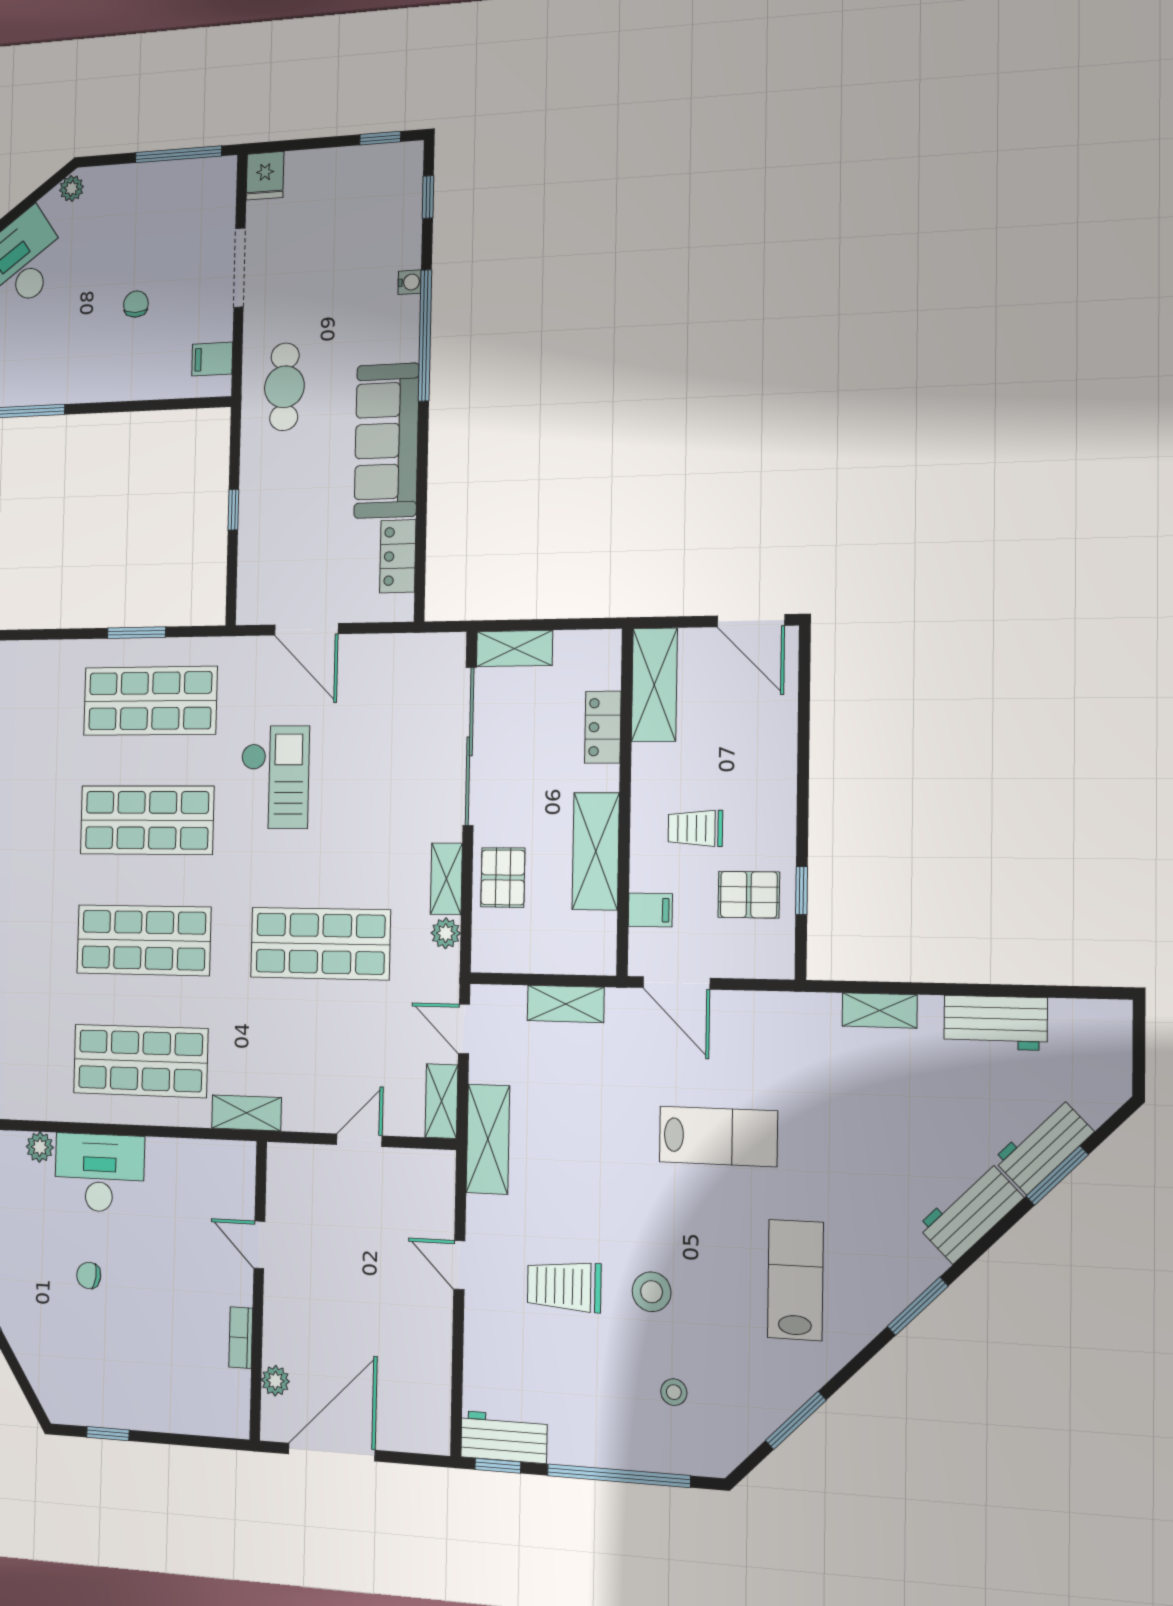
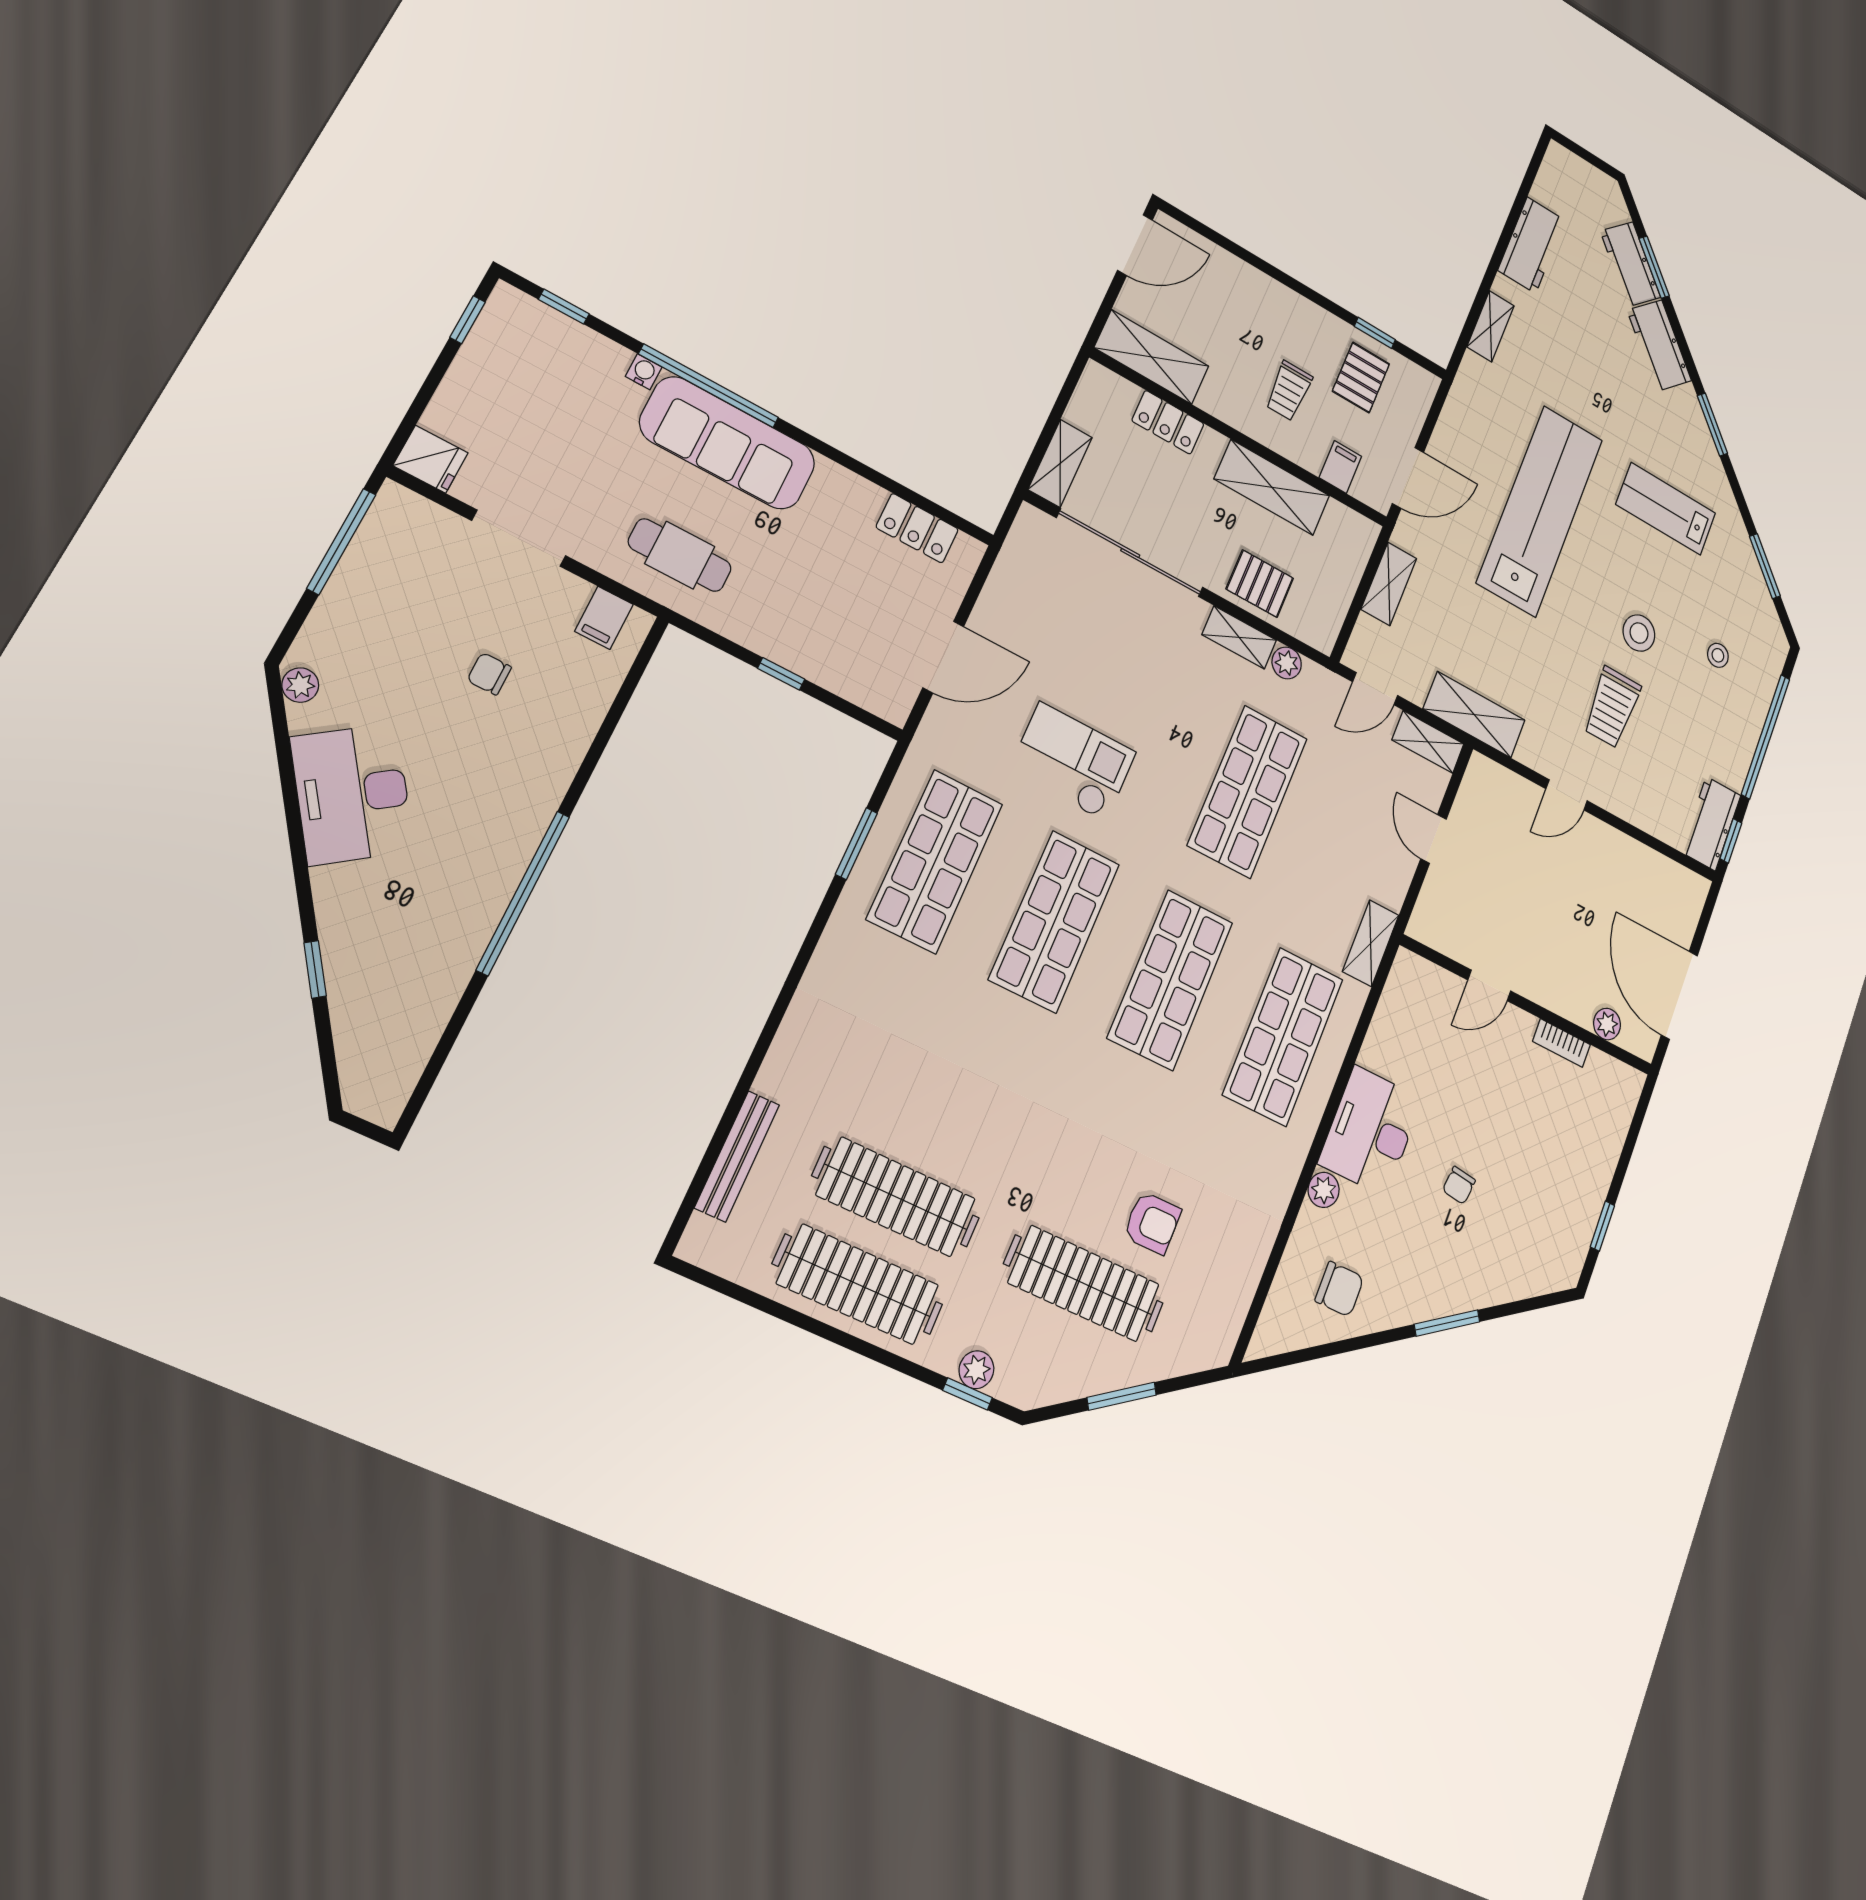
sofa: (387, 441) -> (728, 443), moved
lab bench: (718, 1136) -> (1540, 511), width x1.86, depth x1.39

